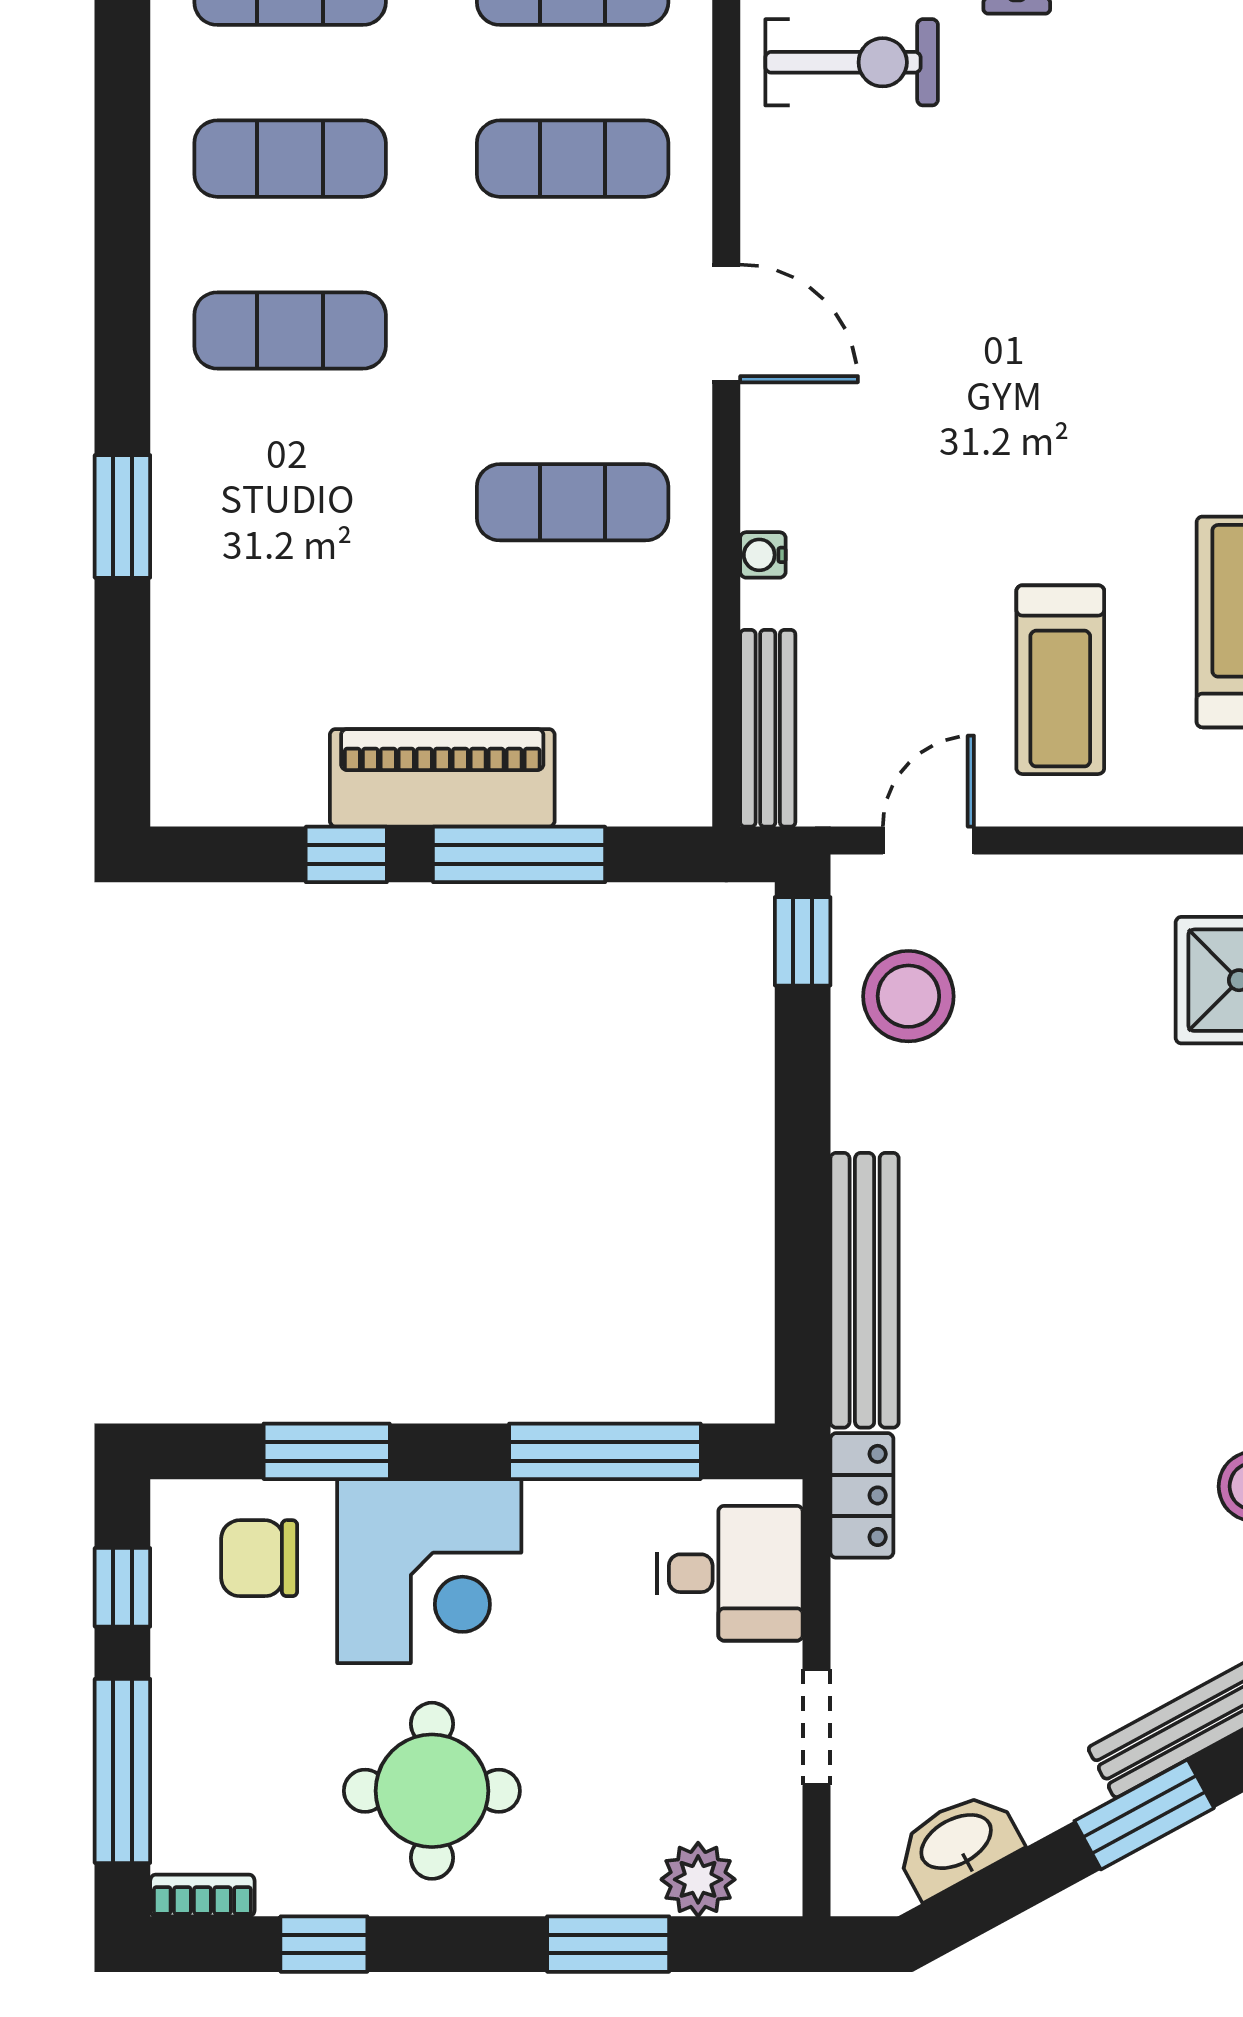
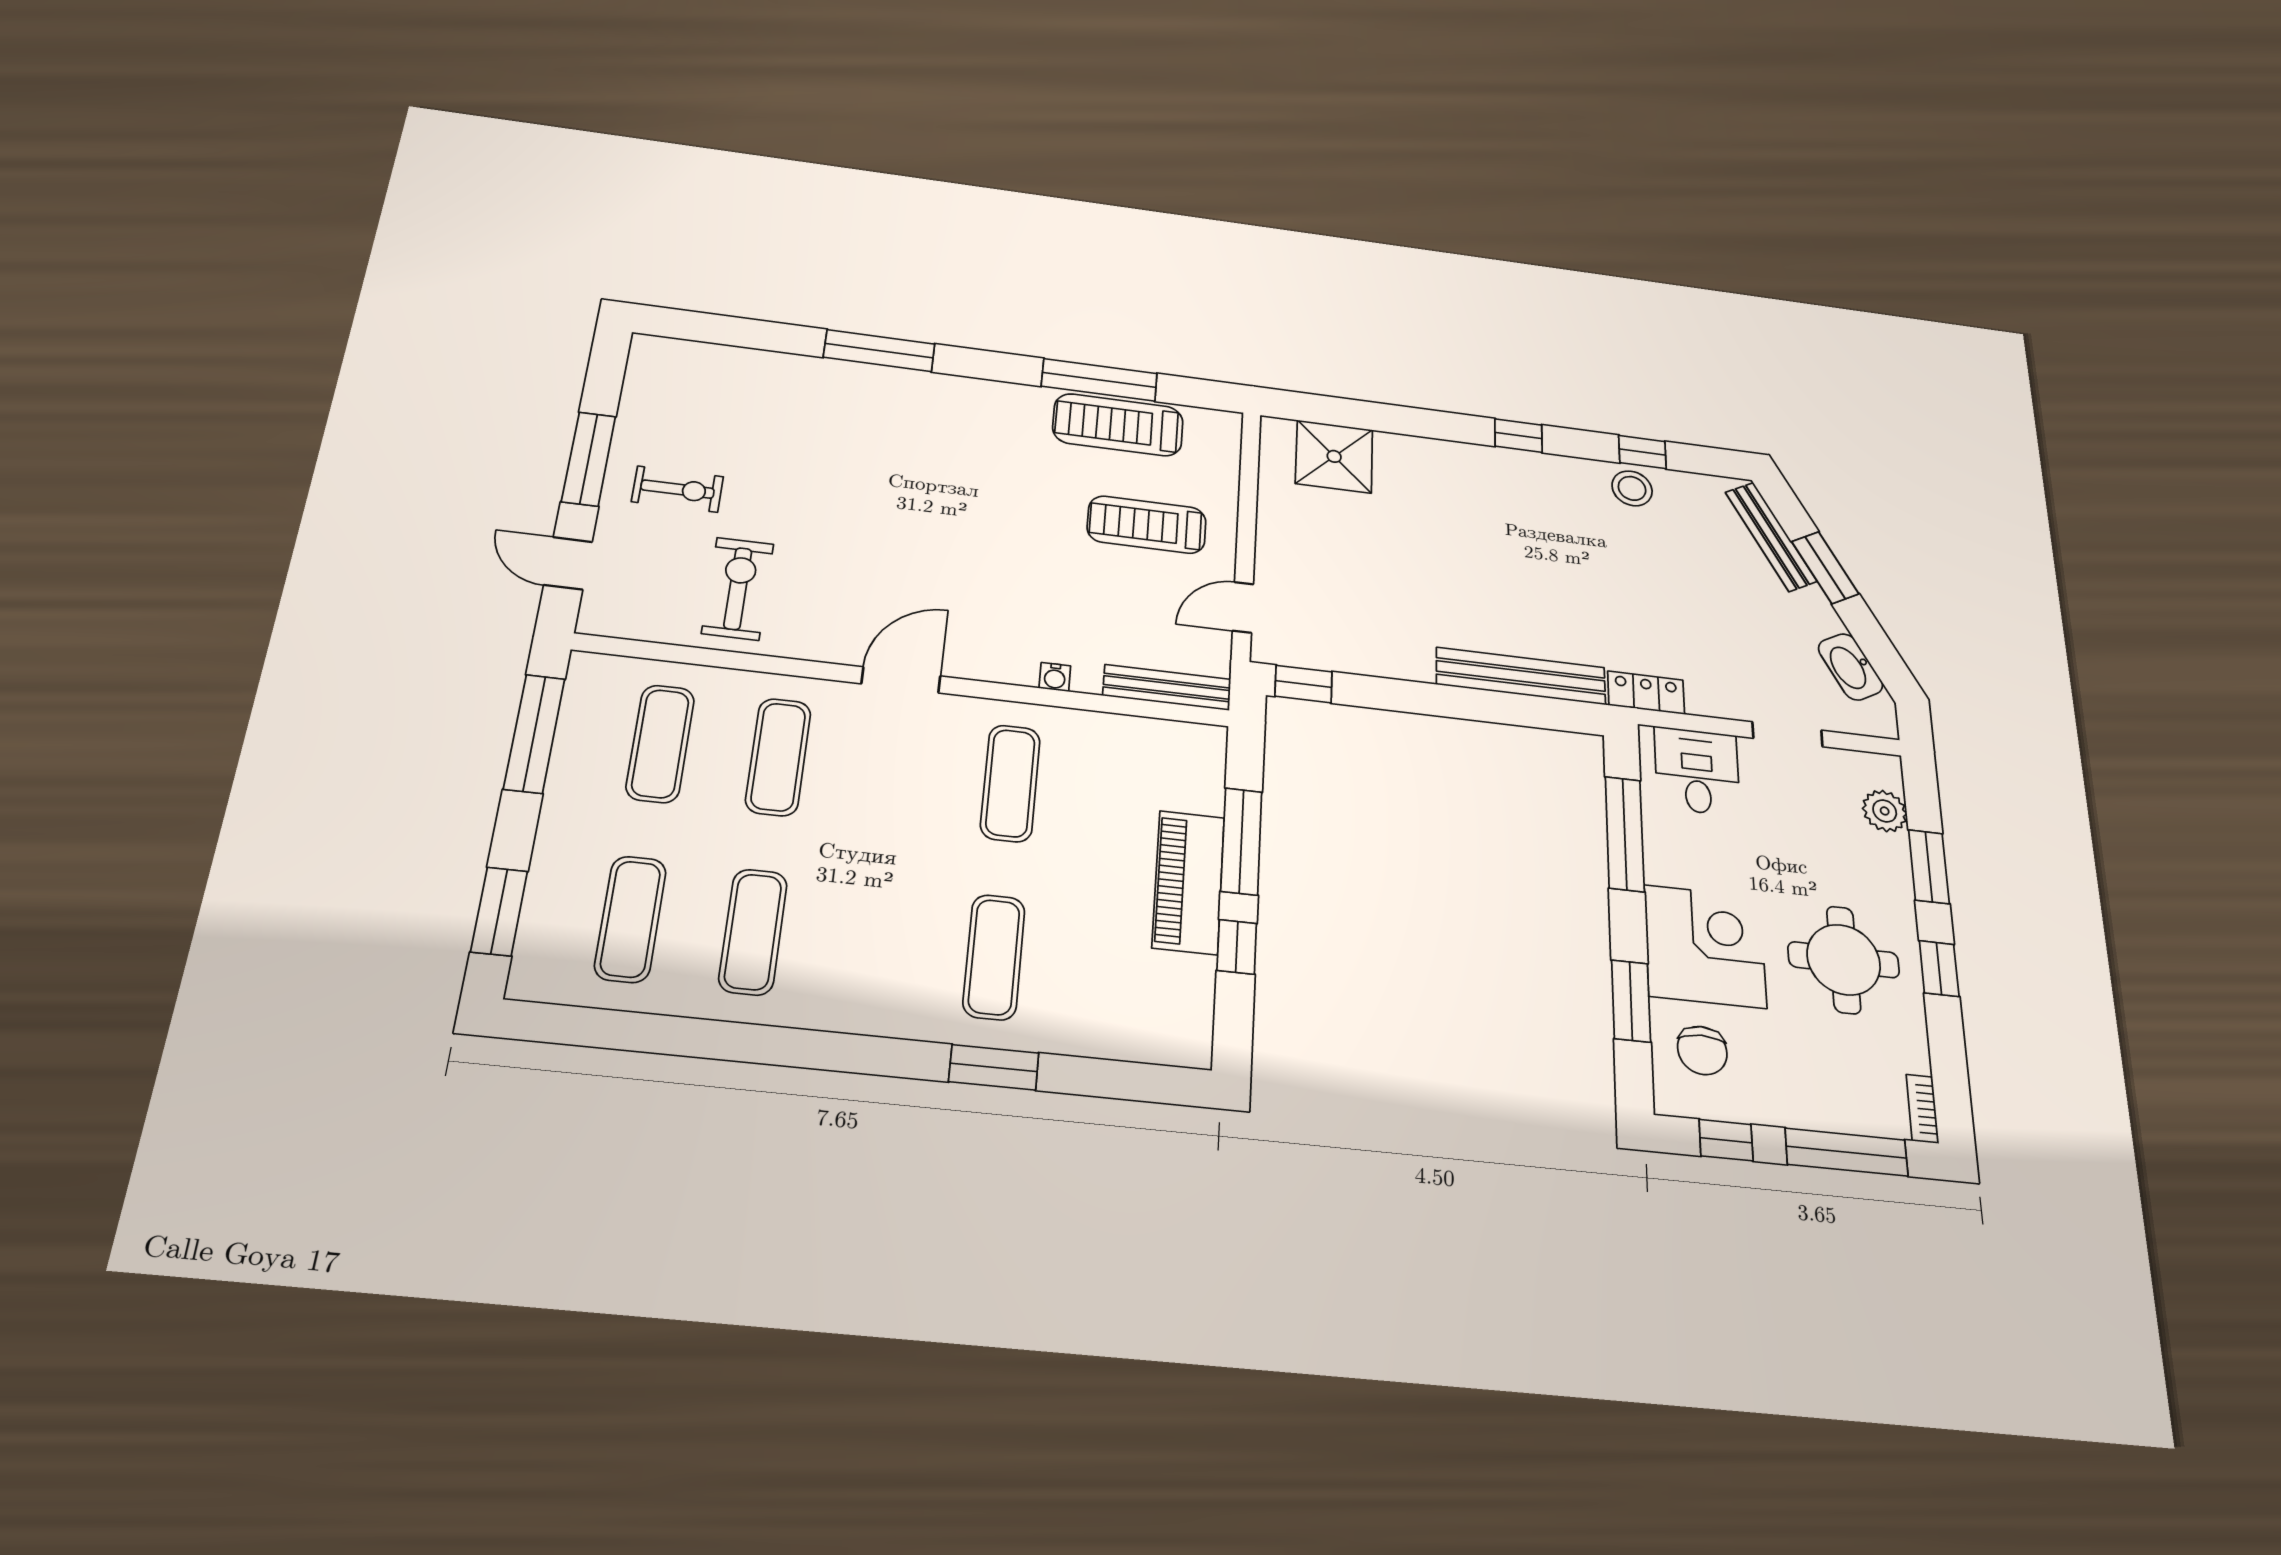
exercise mat: (290, 330) -> (994, 957), moved
treadmill: (1060, 680) -> (1147, 525), turned 180
door: (928, 841) -> (1243, 607), hinge flipped
stool: (908, 996) -> (1340, 630), removed
window: (324, 1944) -> (1939, 969), moved

